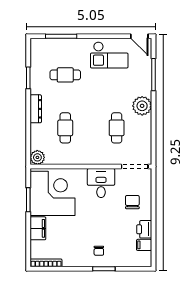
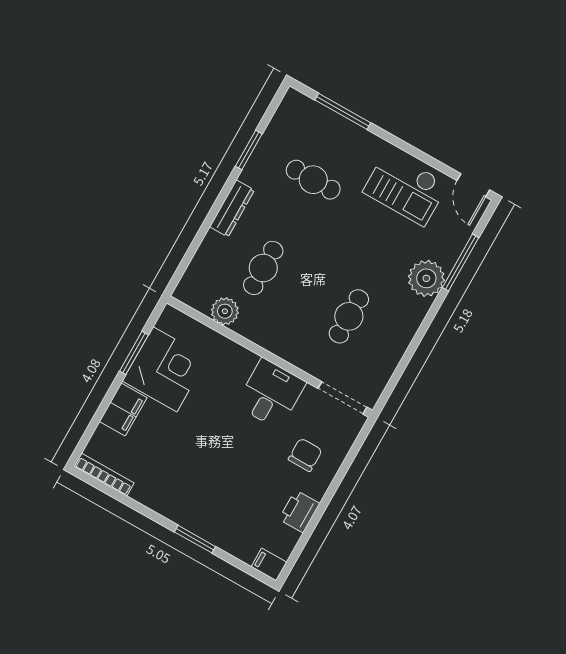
plant: (142, 106) -> (426, 278), moved
plant: (37, 157) -> (225, 311), moved
corner desk: (53, 193) -> (165, 369), width x0.74, depth x0.74
filing cabinet: (144, 245) -> (269, 564), moved
chair: (99, 251) -> (203, 504), removed

